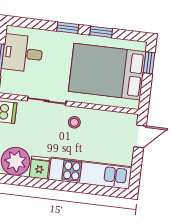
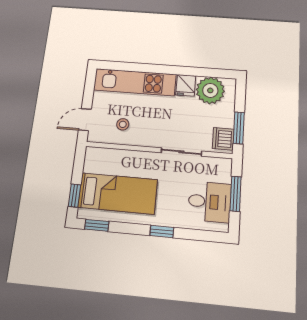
window: (101, 32) -> (97, 225), moved
bed: (107, 72) -> (118, 193), width x0.67
stool: (74, 122) -> (123, 124), moved

